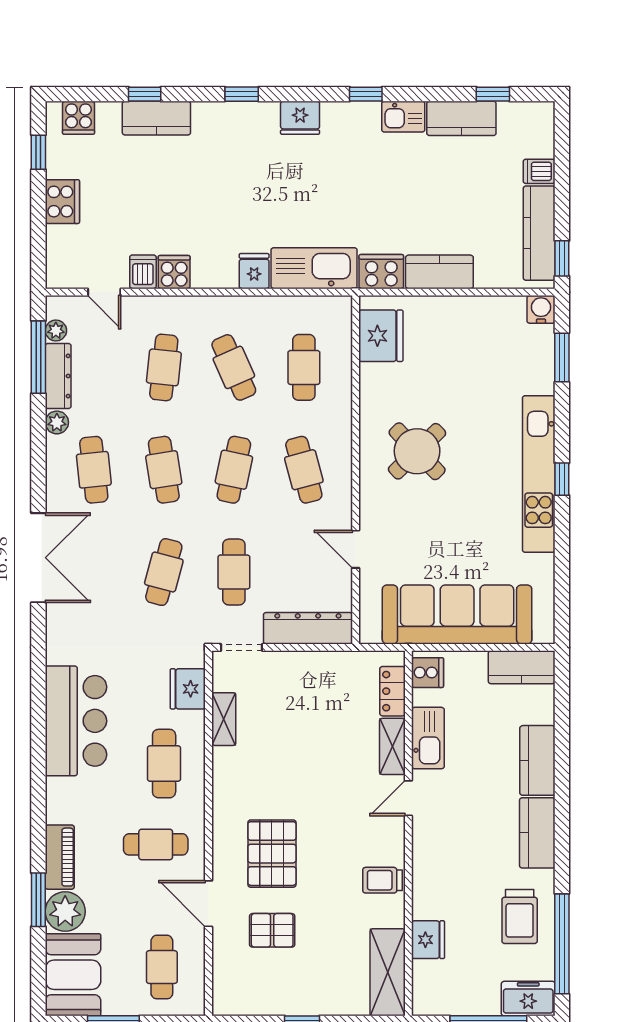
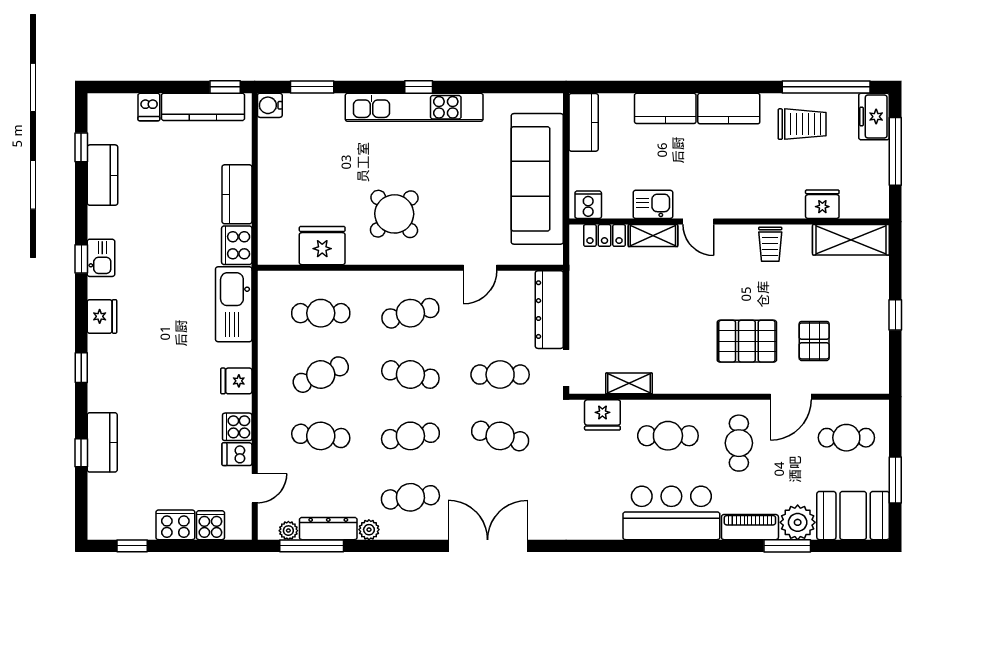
kitchen sink: (403, 117) -> (101, 258), moved
cooker: (79, 118) -> (210, 525), moved, turned -90
fridge: (254, 271) -> (236, 381), moved
fridge: (381, 336) -> (322, 246), moved
bar counter: (76, 721) -> (671, 513), moved
kitchen sink: (428, 738) -> (653, 204), width x0.73

